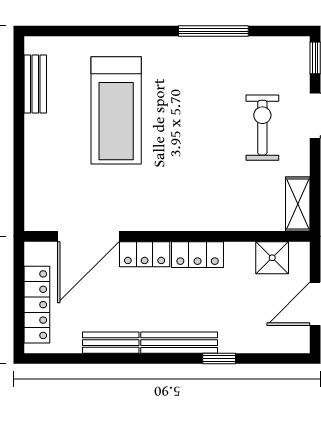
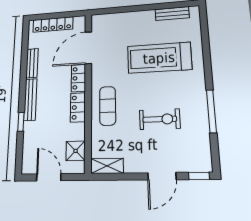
exercise bike: (262, 128) -> (160, 119), moved
exercise mat: (197, 202) -> (108, 106), added
door: (88, 236) -> (88, 48), hinge flipped

